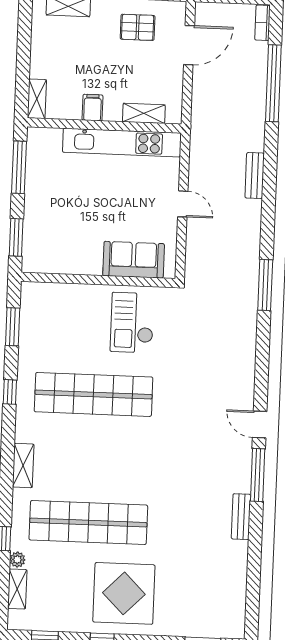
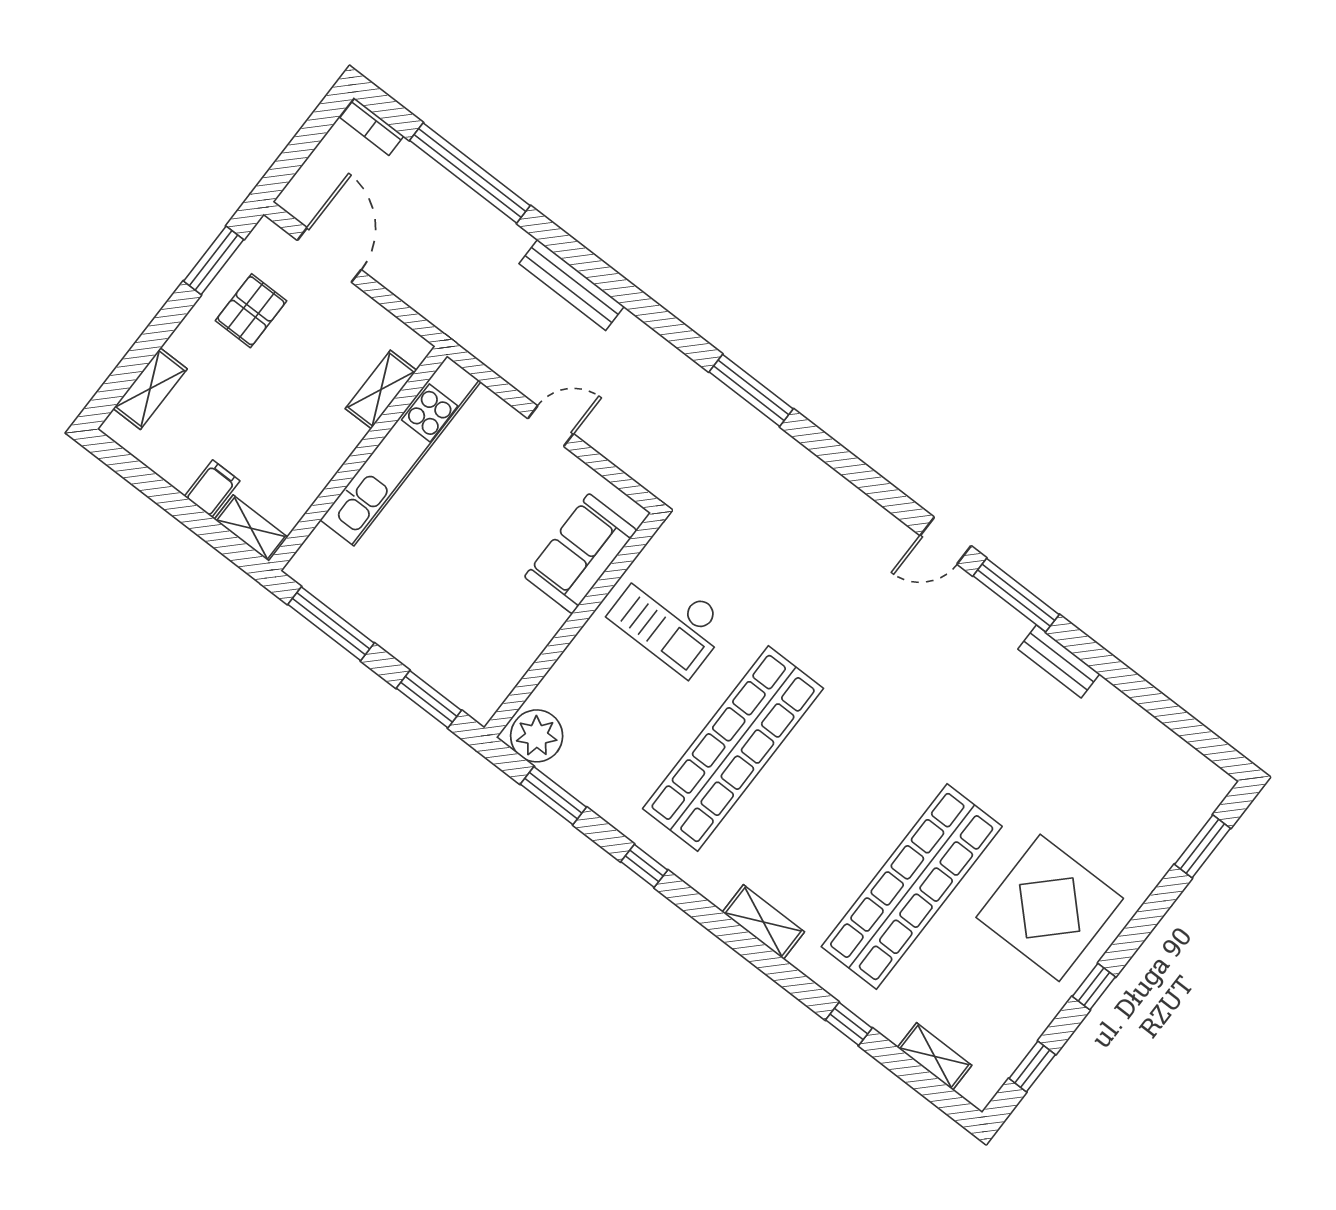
filing cabinet: (92, 108) -> (212, 489), moved, turned 90
bench: (255, 176) -> (572, 285), width x1.36
plant: (17, 560) -> (537, 736), moved, width x1.88, depth x1.88

